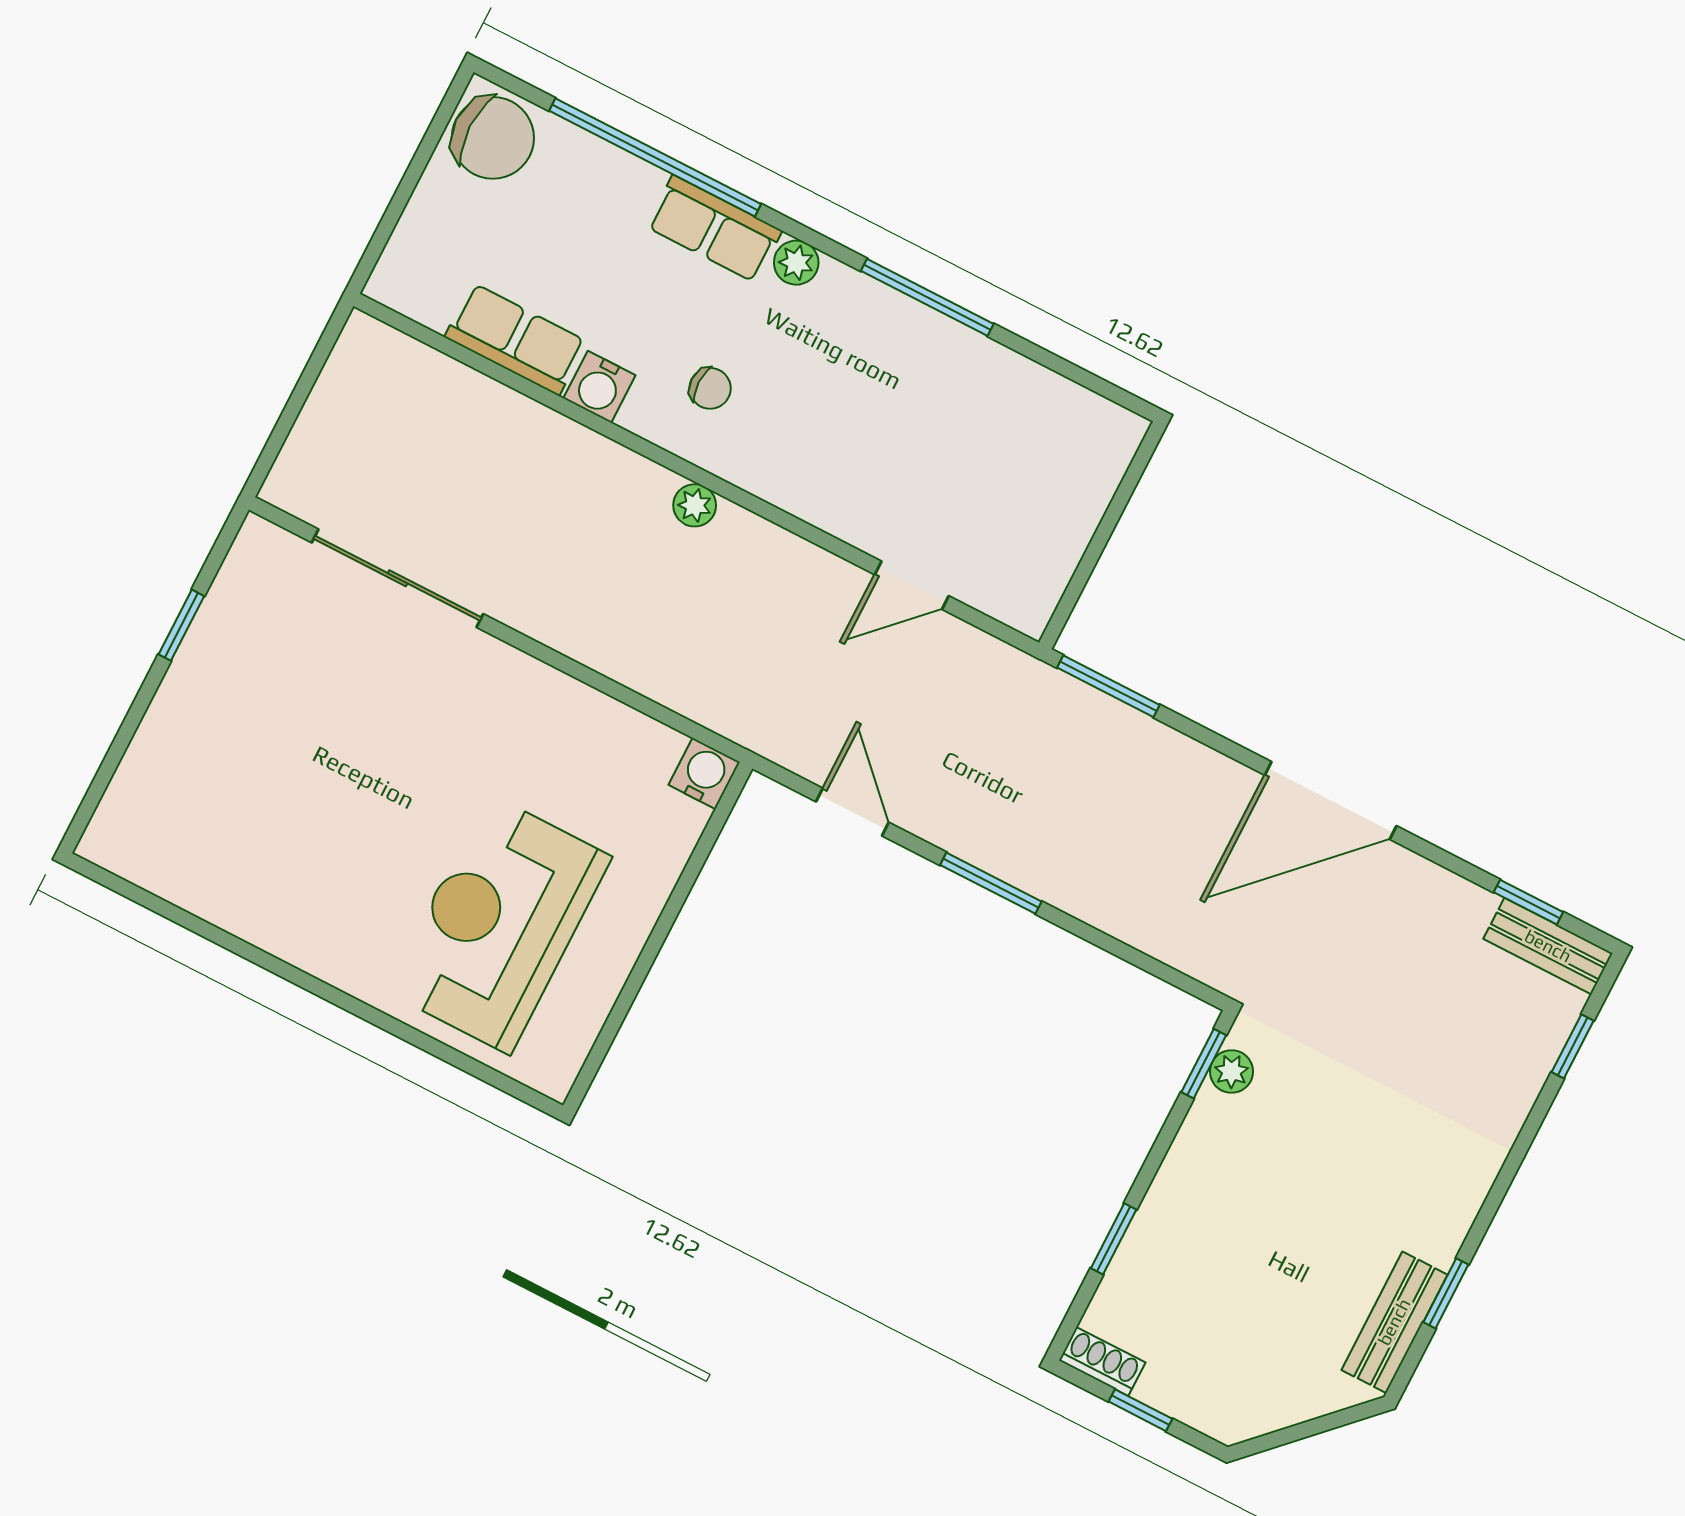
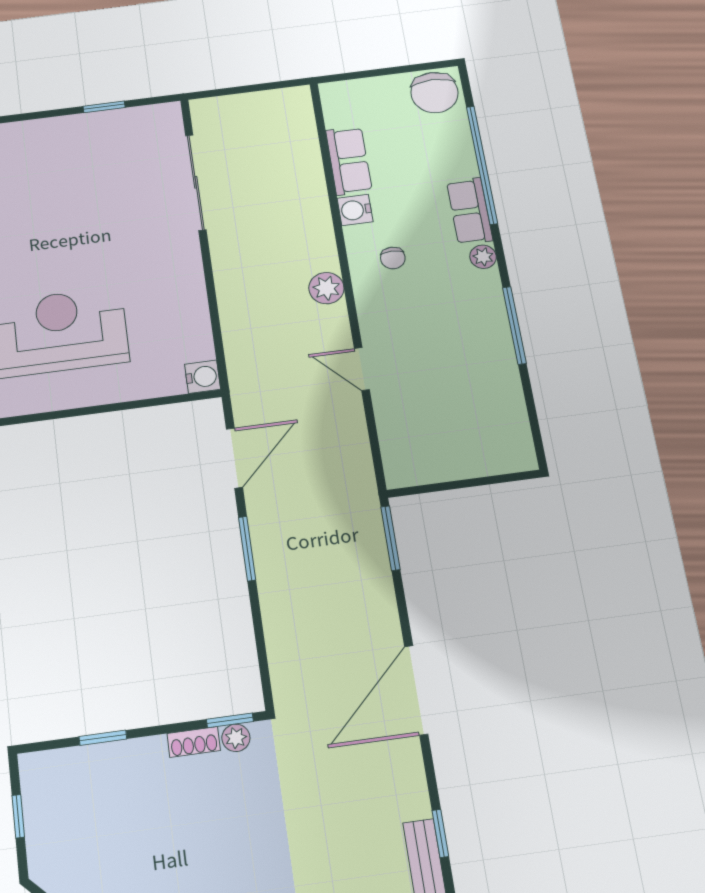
plant: (695, 505) -> (326, 288), width x1.38, depth x1.38
door: (912, 585) -> (362, 369), moved
door: (1331, 800) -> (416, 690), hinge flipped
door: (852, 812) -> (234, 458), width x1.38
shoe rack: (1102, 1361) -> (194, 742), moved, turned 90

